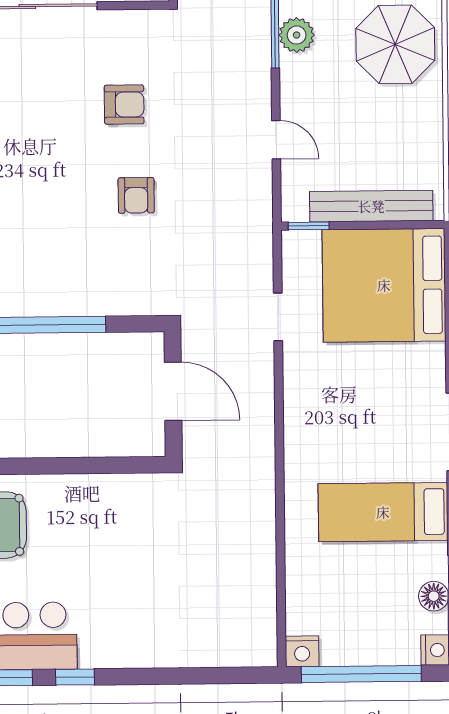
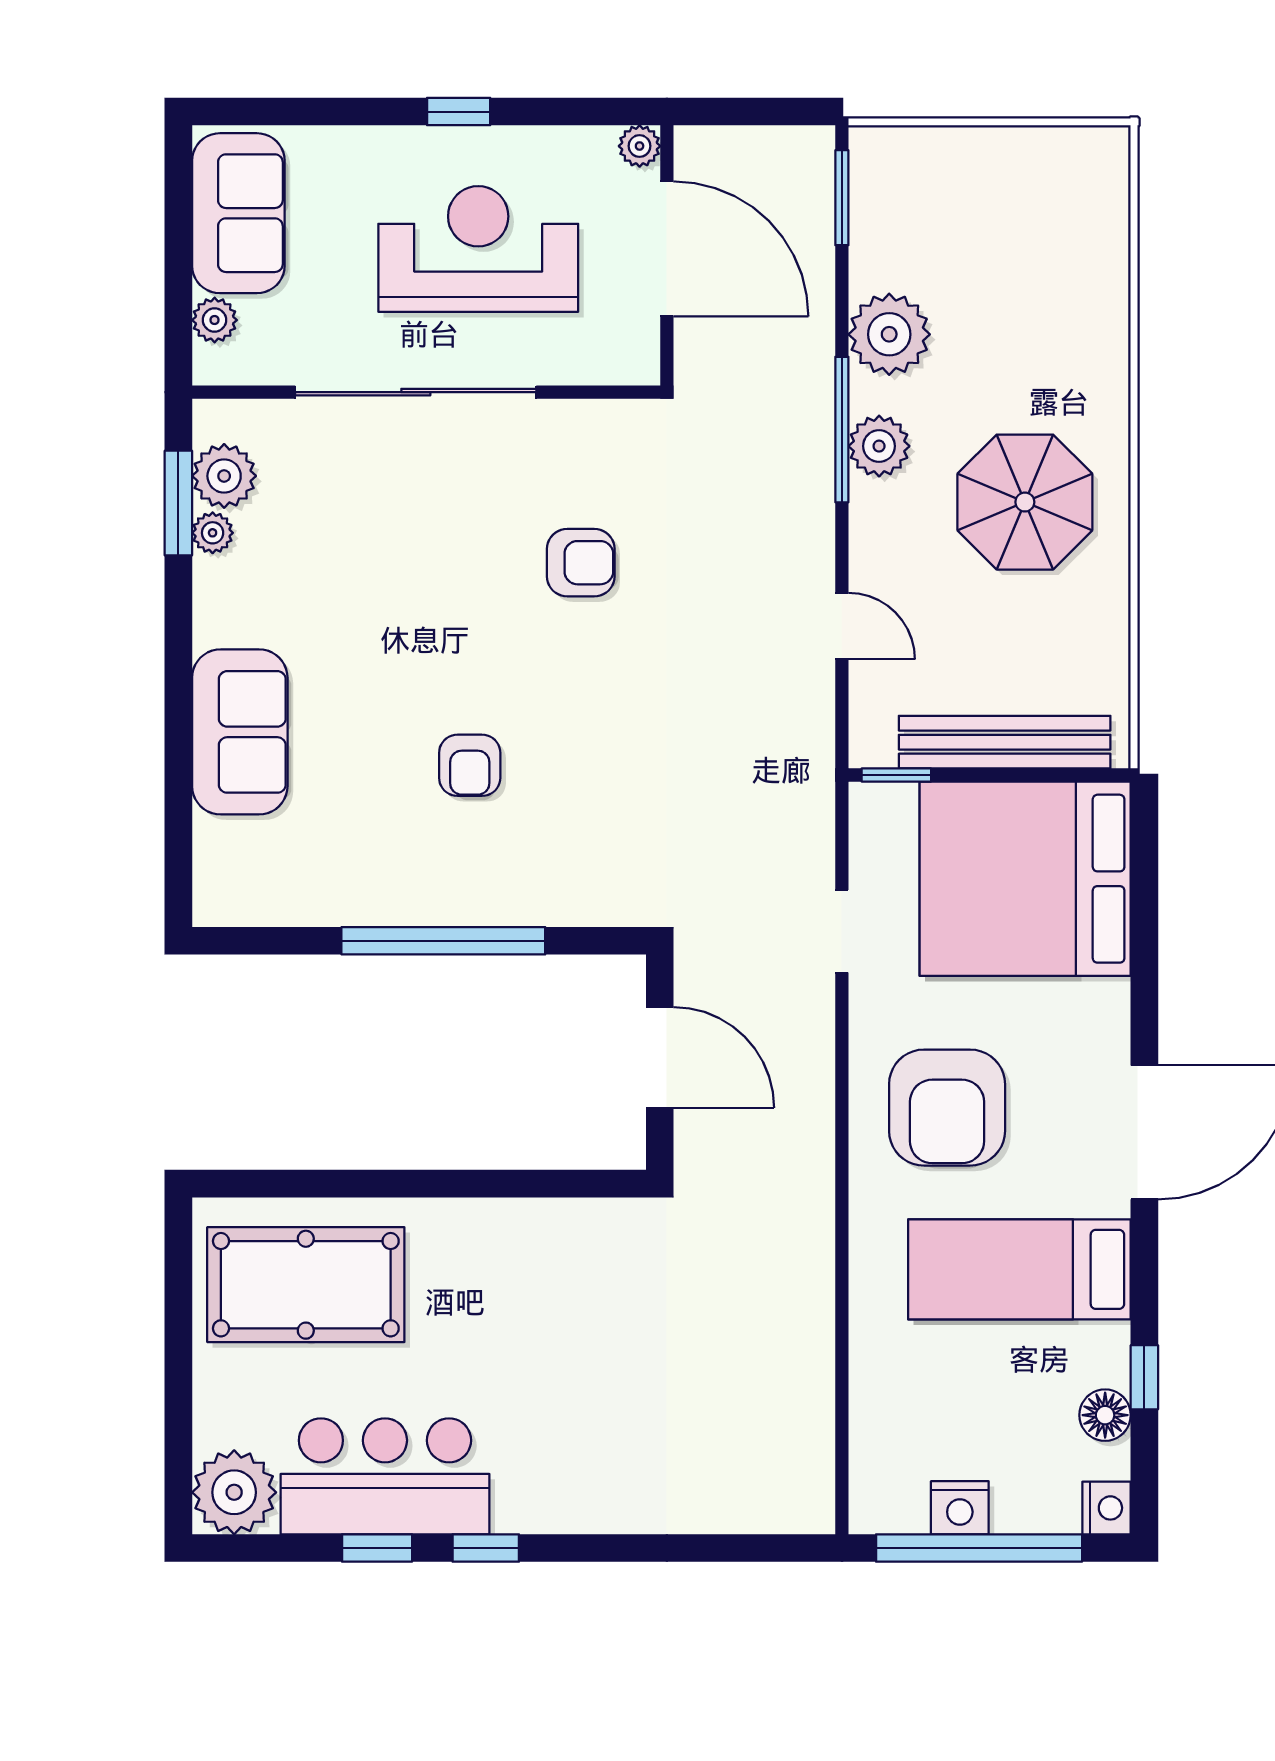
parasol: (395, 44) -> (1025, 502), moved
armchair: (136, 195) -> (470, 765), moved
armchair: (340, 419) -> (947, 1108), added
nightstand: (302, 651) -> (960, 1508), moved

